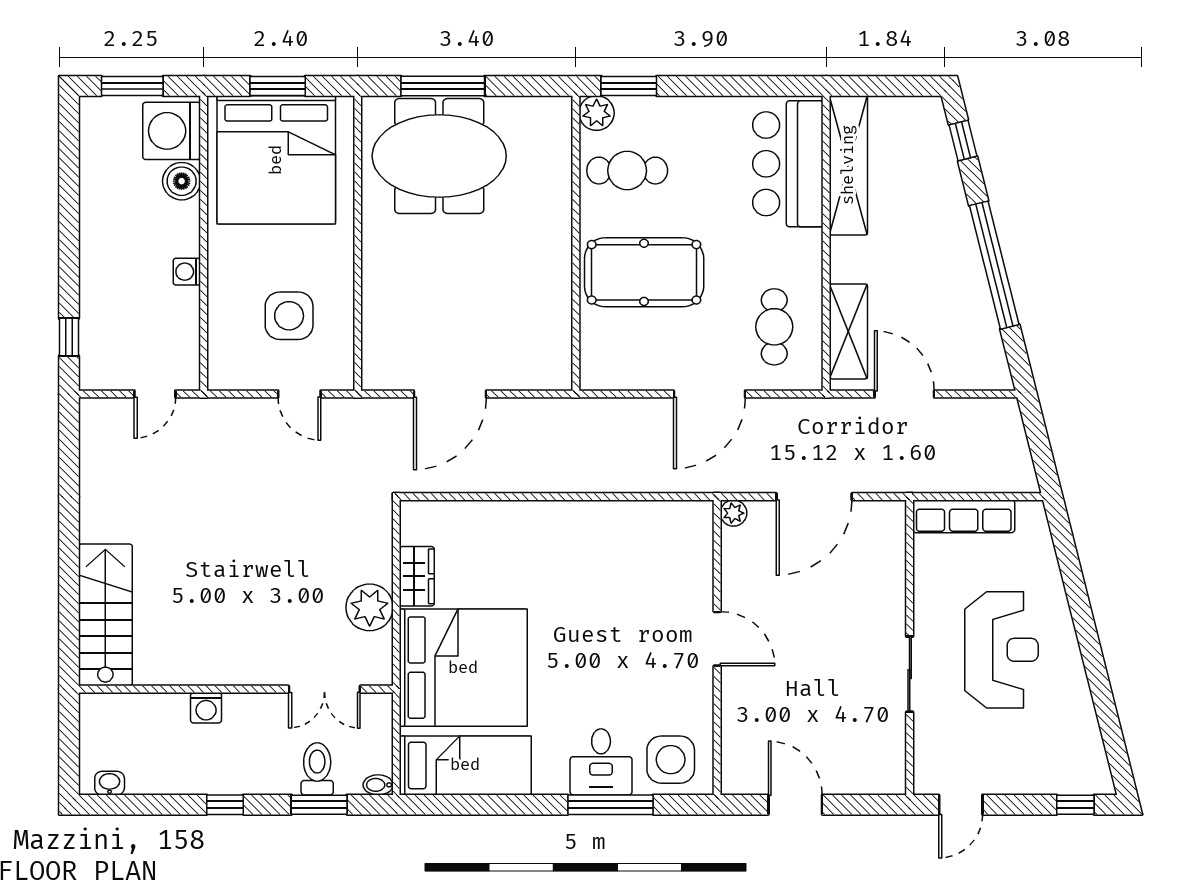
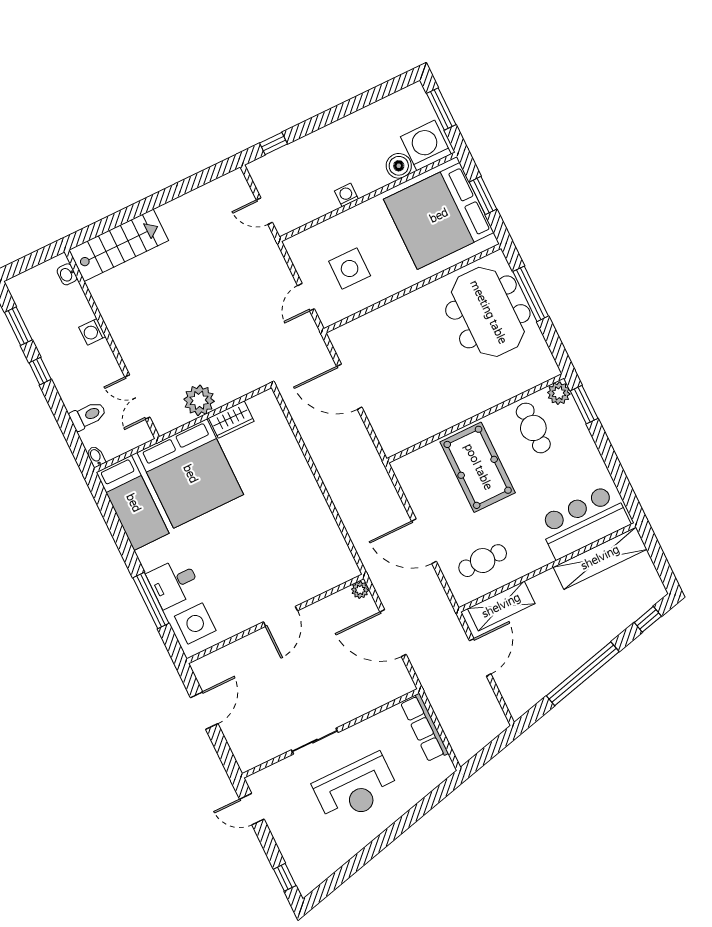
washbasin: (110, 783) -> (67, 274), moved, turned 180
window: (319, 805) -> (18, 326), moved

